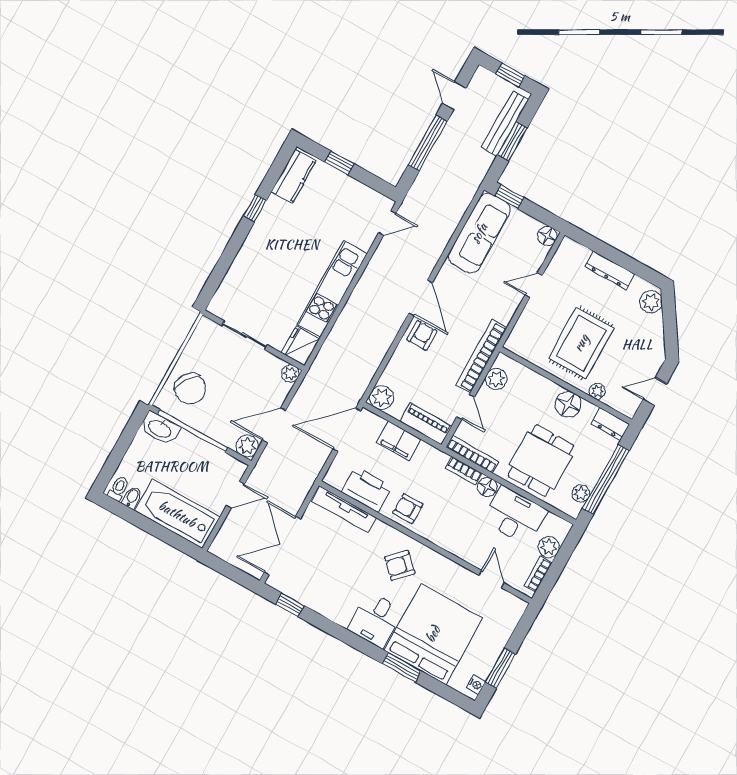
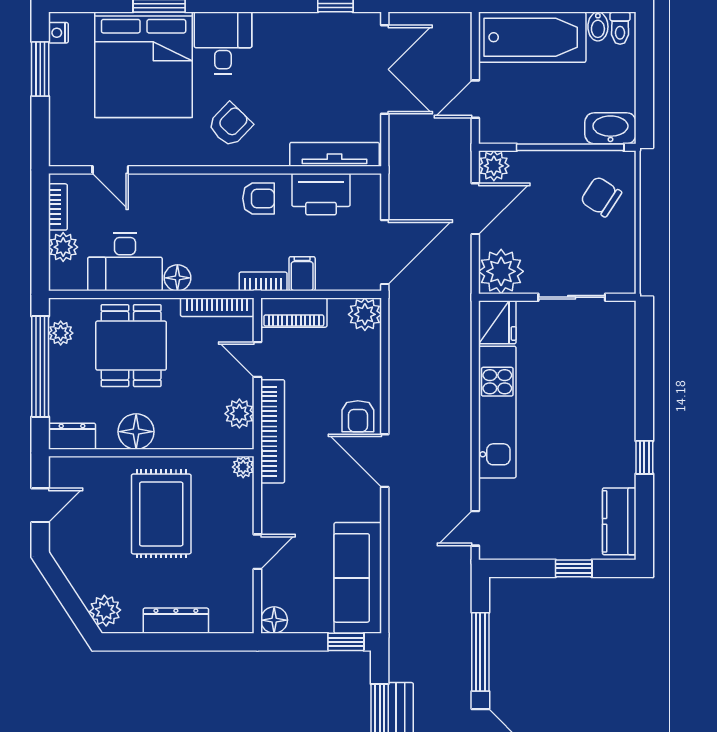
plant: (290, 374) -> (501, 271), width x1.88, depth x1.88
chair: (190, 389) -> (601, 197), width x0.73, depth x0.73
plant: (597, 391) -> (243, 467), moved
filing cabinet: (399, 441) -> (302, 274), width x0.50
bookcase: (464, 471) -> (263, 281), moved

